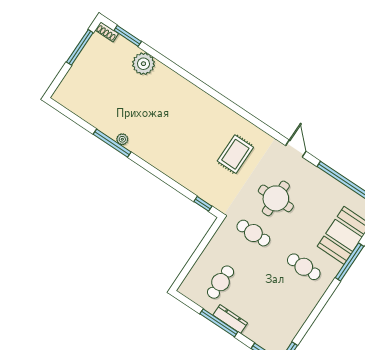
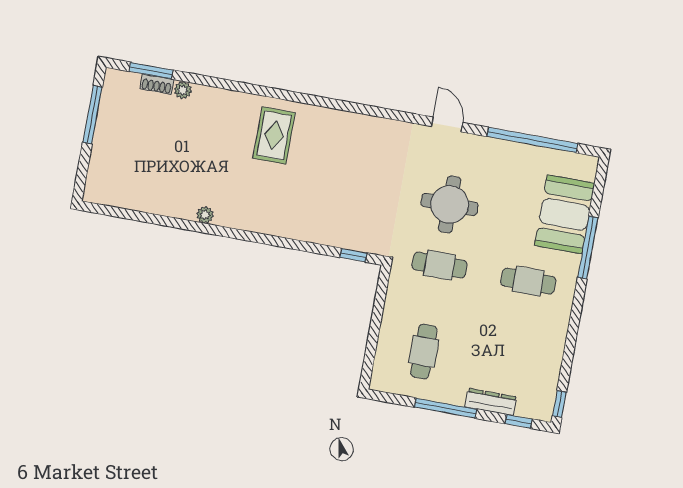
shoe rack: (107, 32) -> (157, 84), moved
plant: (143, 64) -> (183, 90), width x0.53, depth x0.53
window: (112, 143) -> (193, 226), removed
rug: (235, 154) -> (274, 135), moved
dresser: (230, 319) -> (491, 402), moved

